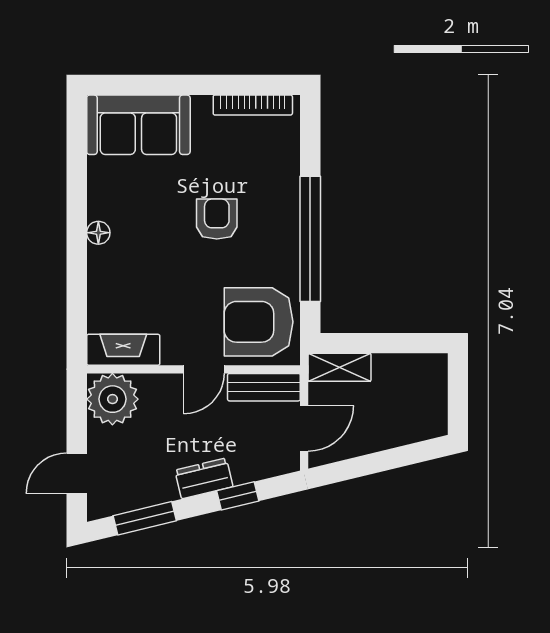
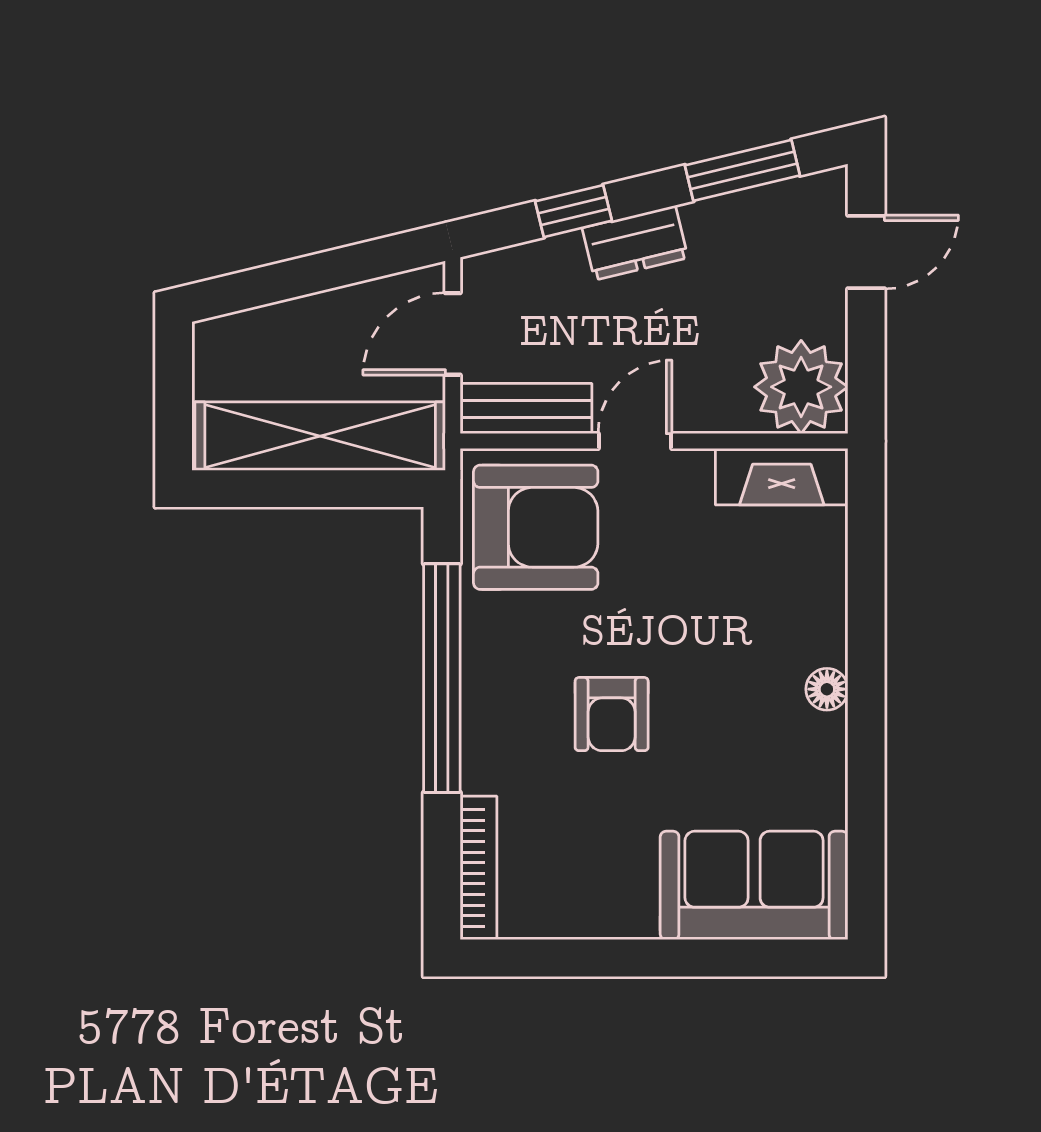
bookcase: (253, 105) -> (478, 868), moved, turned 90
shelving: (340, 367) -> (320, 436), width x2.20, depth x1.33

